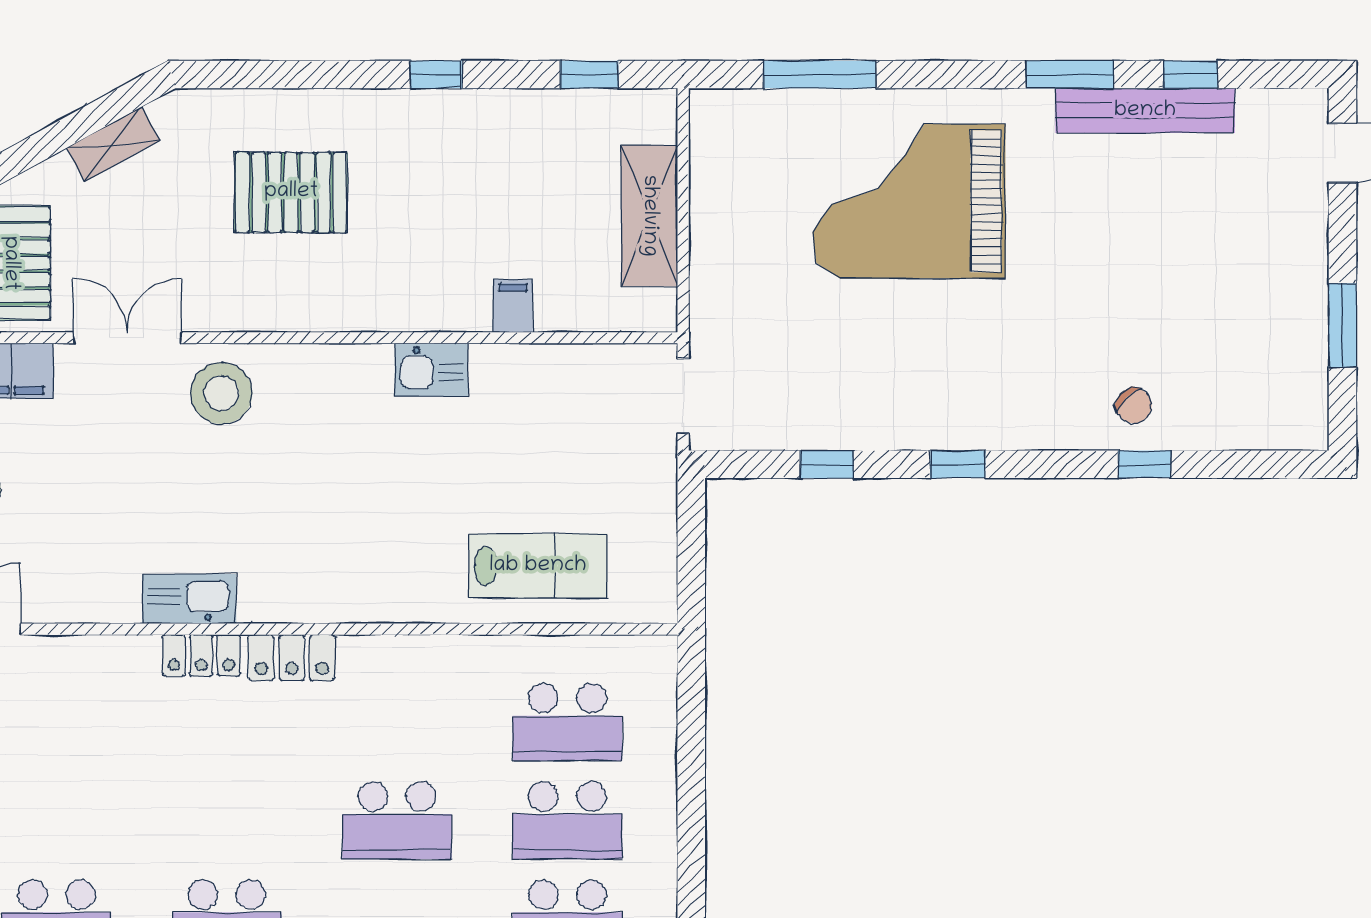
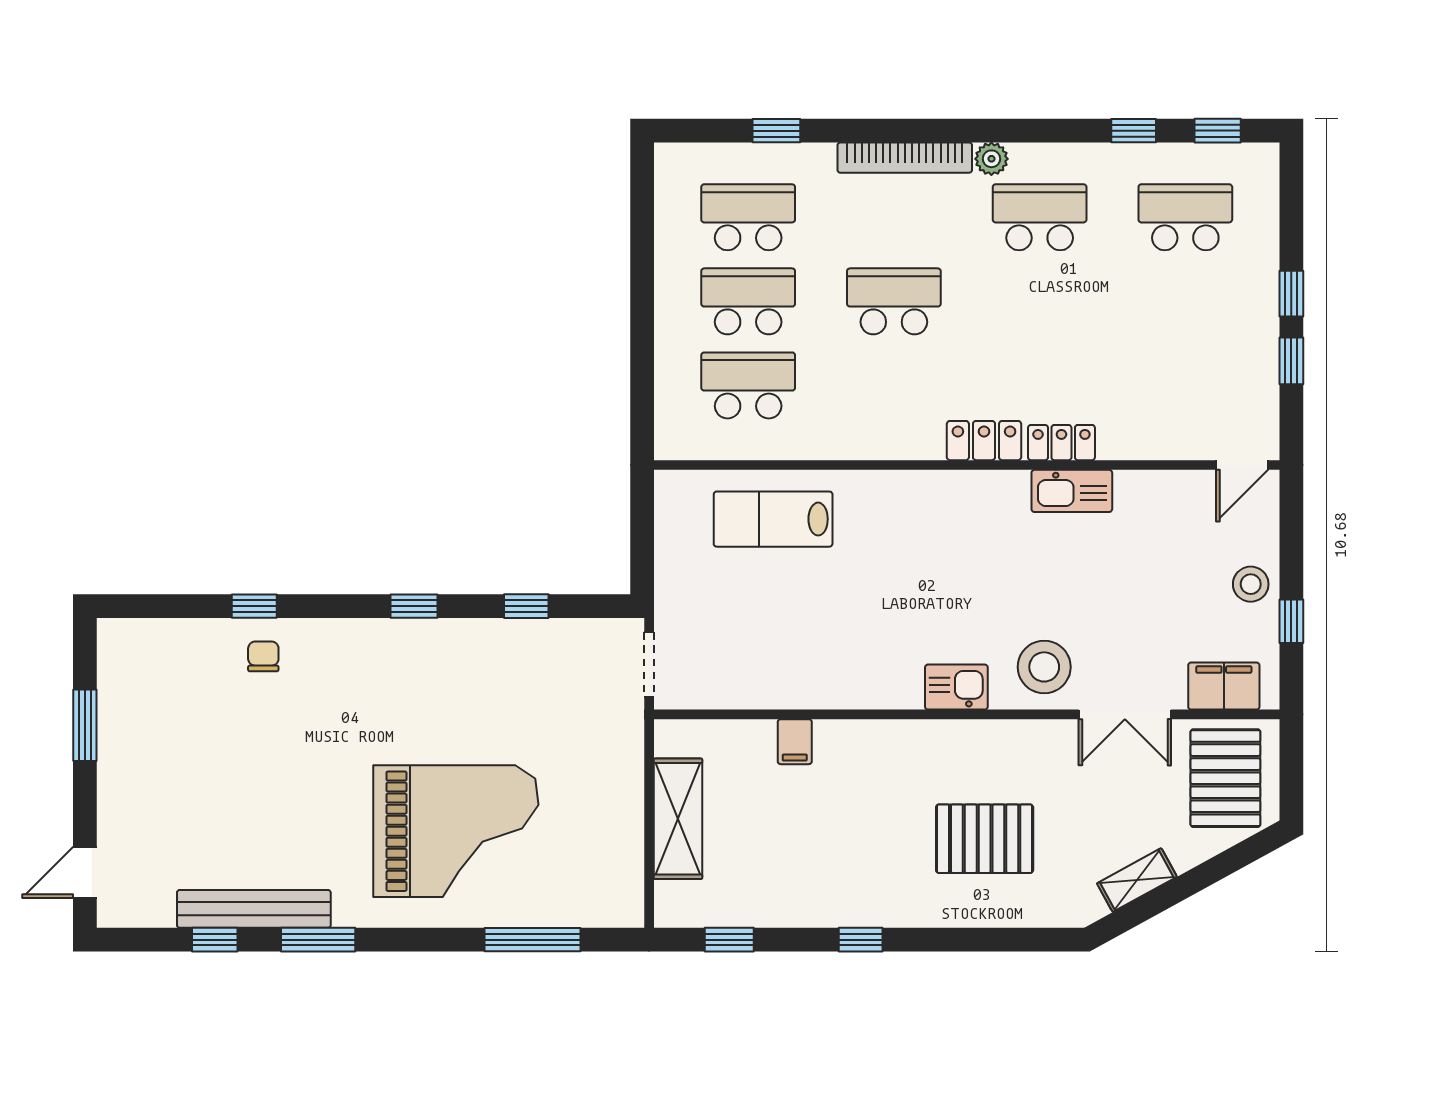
kitchen sink: (431, 370) -> (956, 687), moved
chair: (1134, 406) -> (263, 656), turned 47

